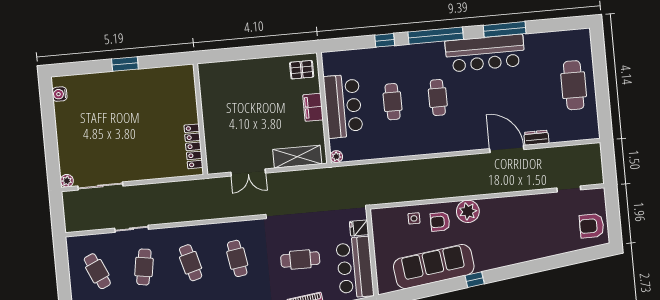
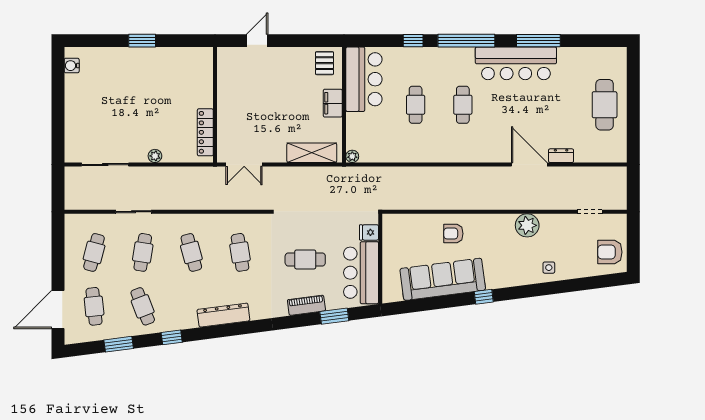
door: (235, 54) -> (257, 41), added
pallet: (302, 70) -> (324, 63), turned 90
bar counter: (343, 106) -> (364, 79), moved
double door: (248, 173) -> (244, 165), moved
plant: (67, 181) -> (155, 156), moved
plant: (468, 211) -> (527, 225), moved
side table: (414, 218) -> (549, 268), moved
cafe table: (97, 271) -> (94, 252), turned 39

